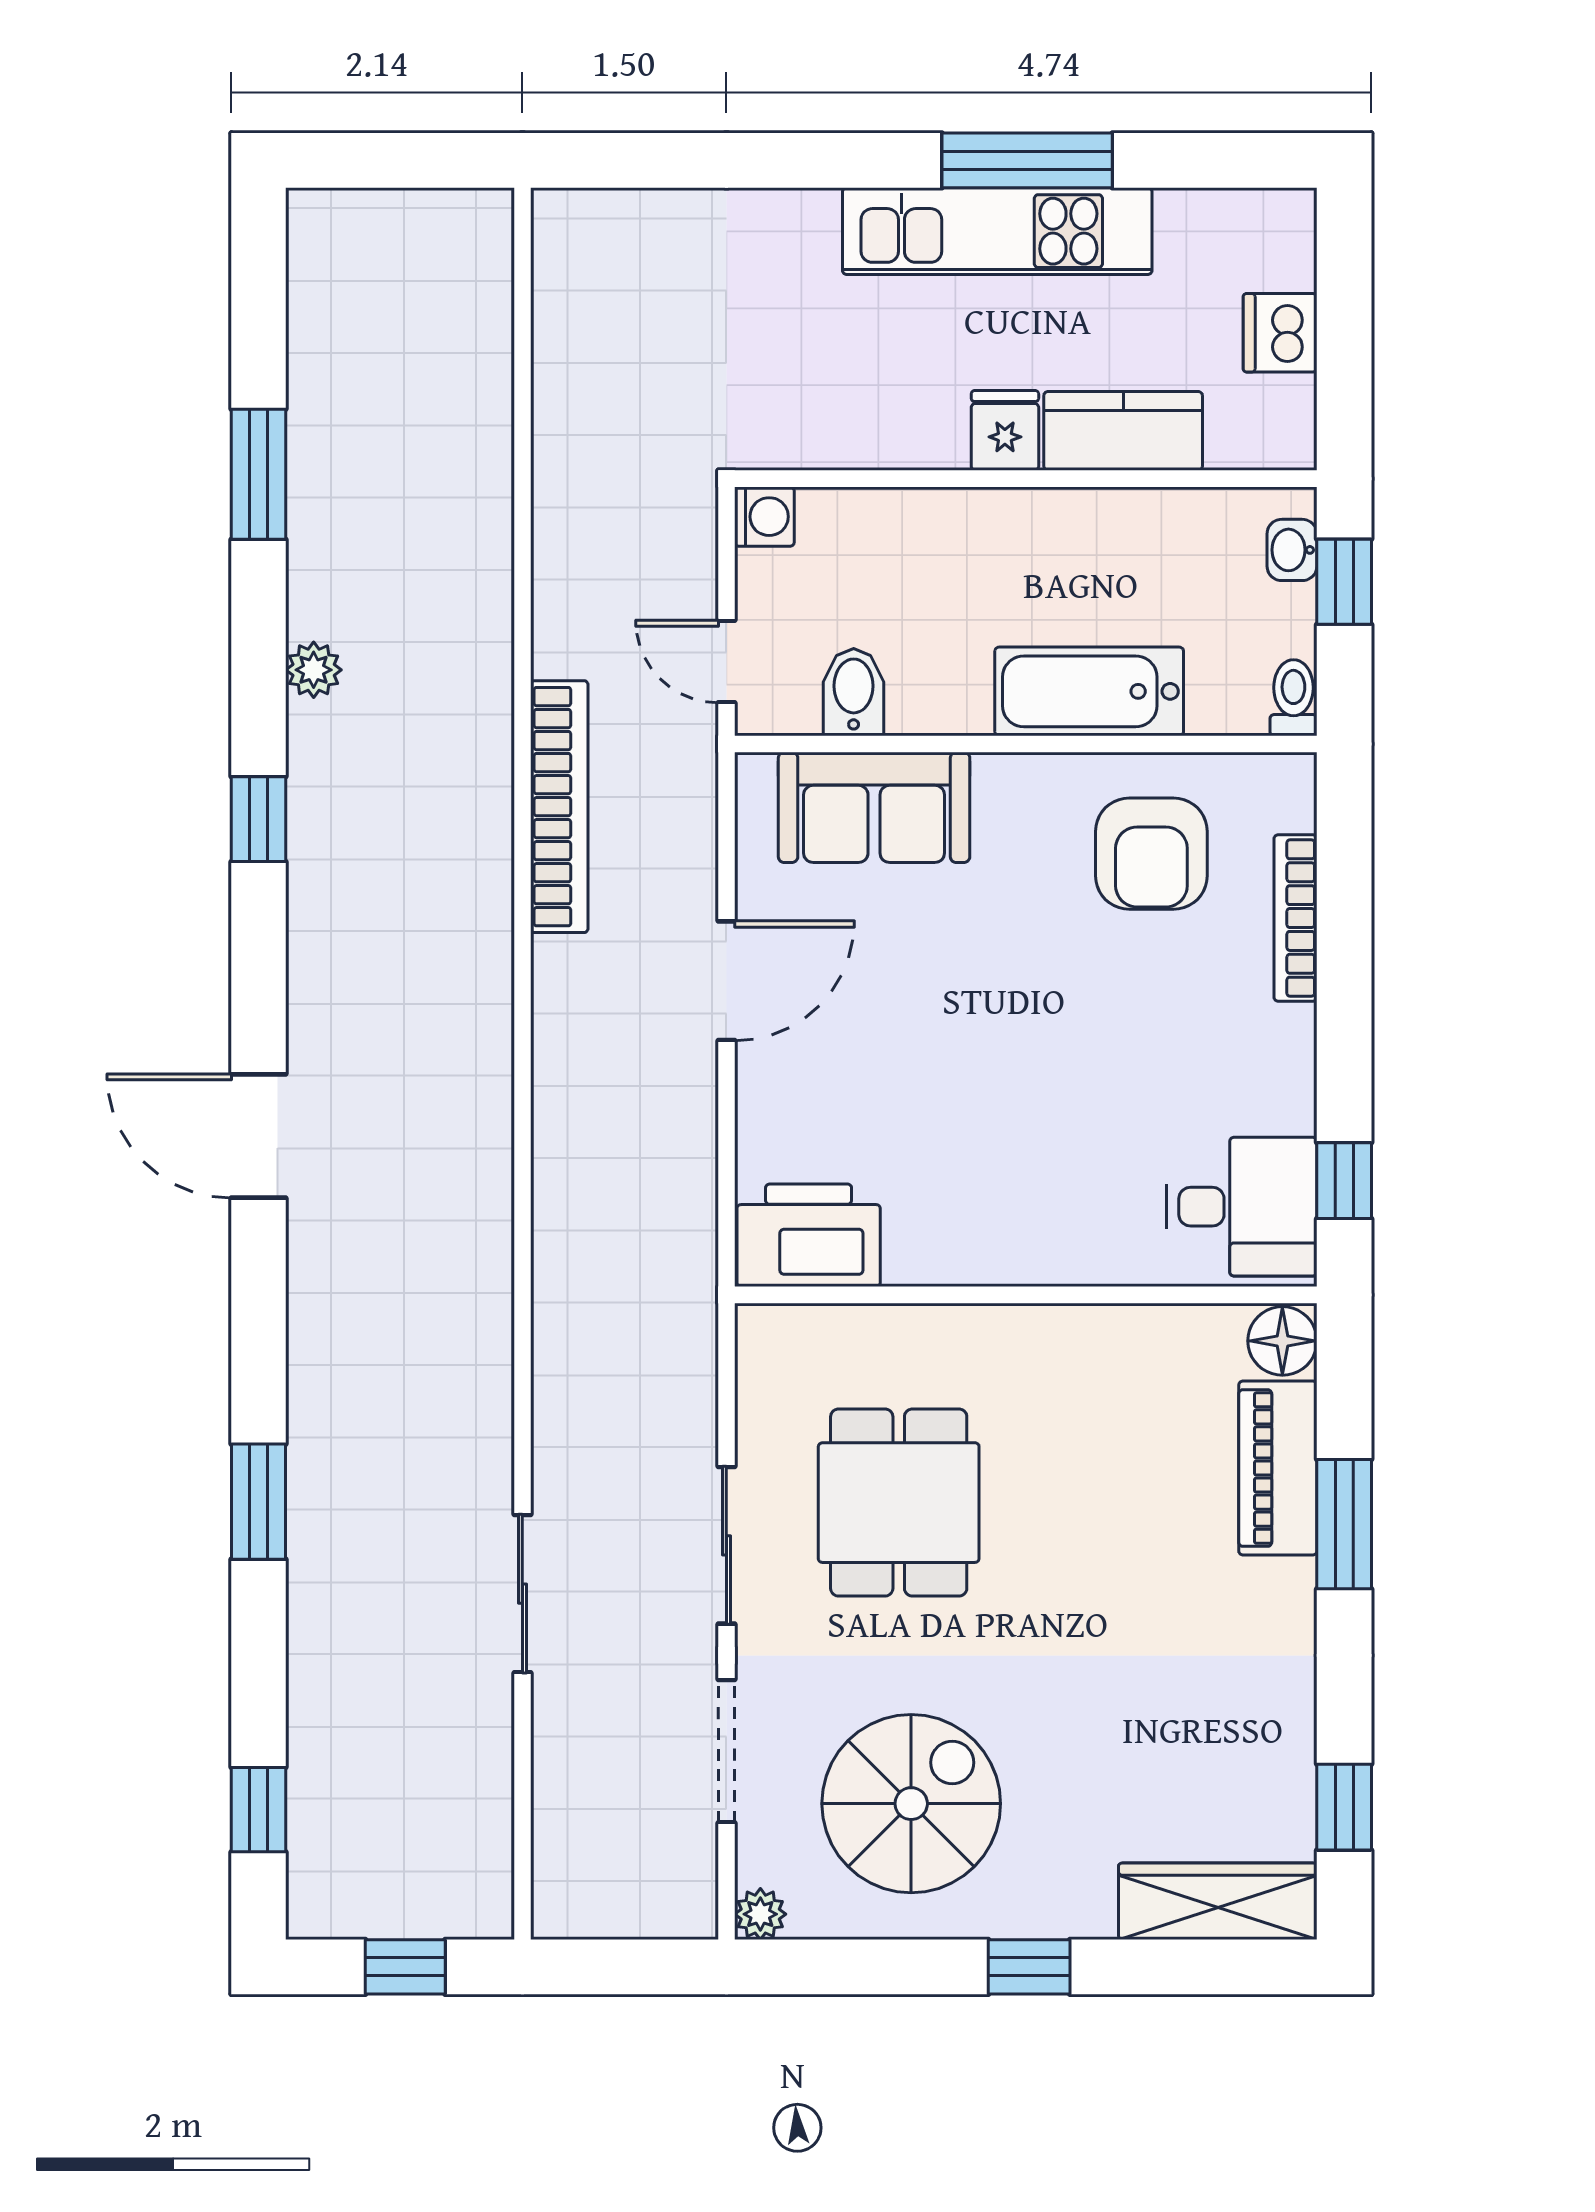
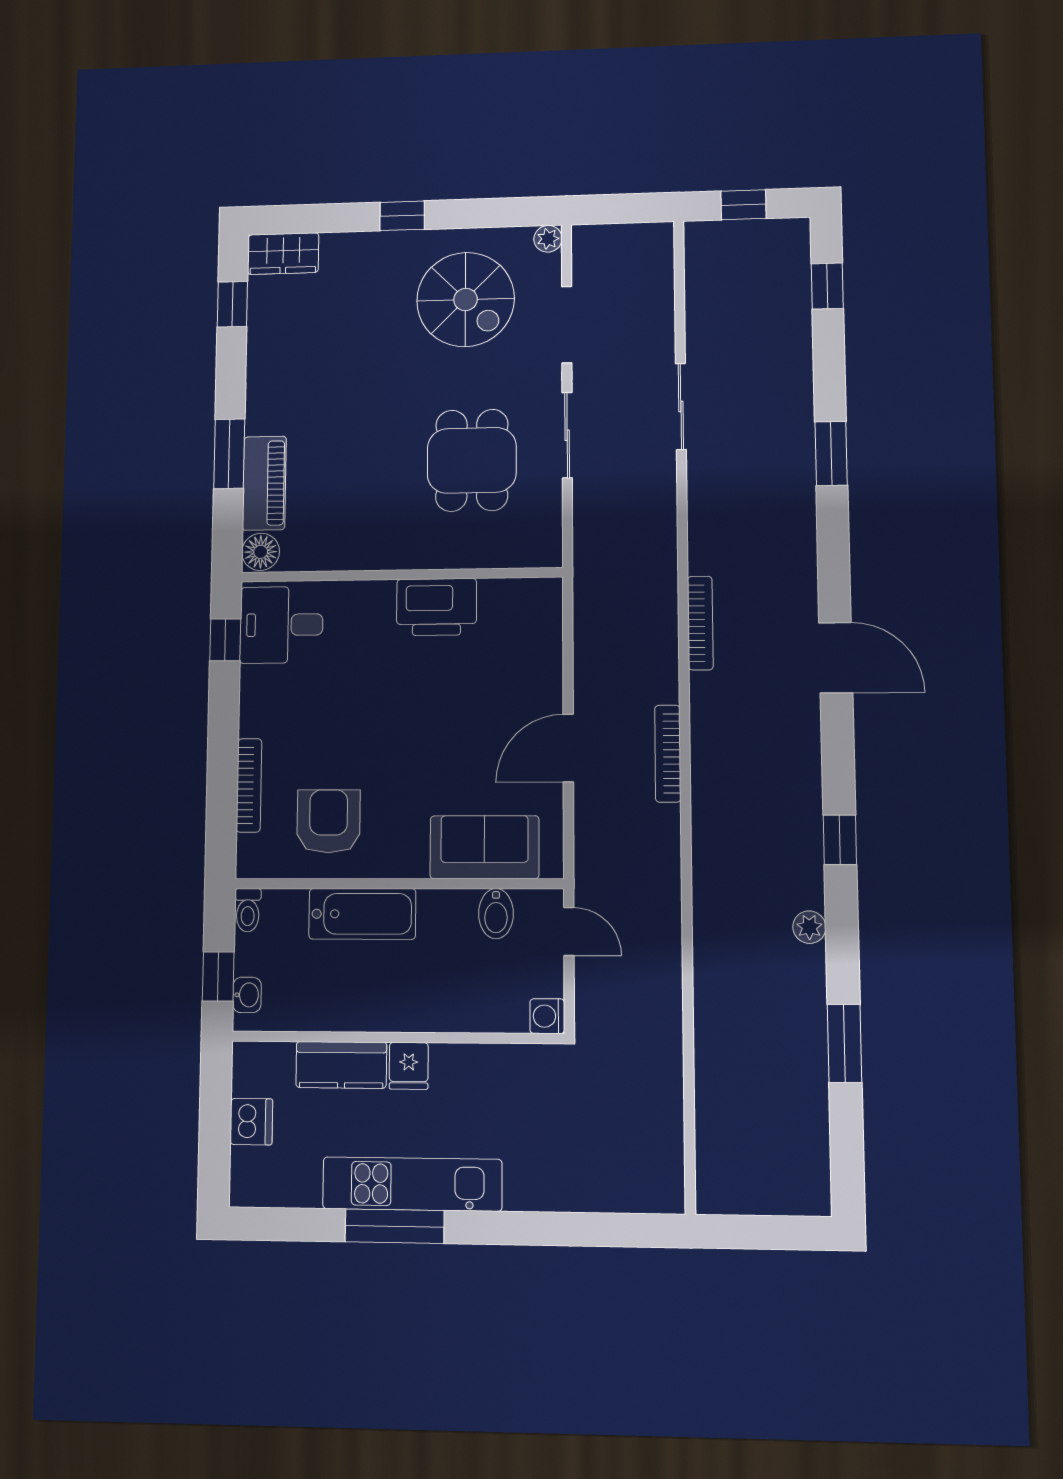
bookcase: (559, 807) -> (668, 754), moved, width x0.68, depth x0.76
bookcase: (493, 1200) -> (700, 623), added
printer: (809, 1235) -> (437, 607), moved
spiral stairs: (911, 1804) -> (466, 299), turned -90
wardrobe: (1218, 1901) -> (283, 254), width x0.67

